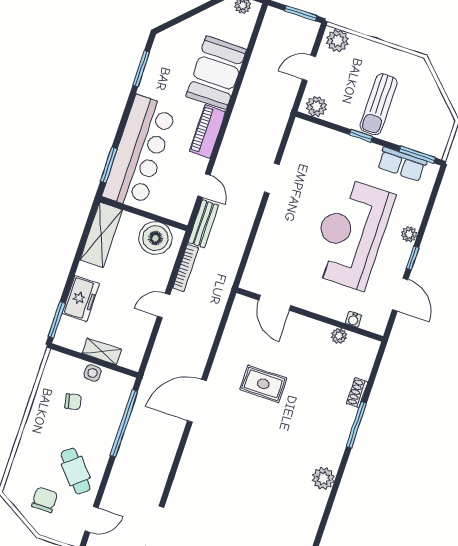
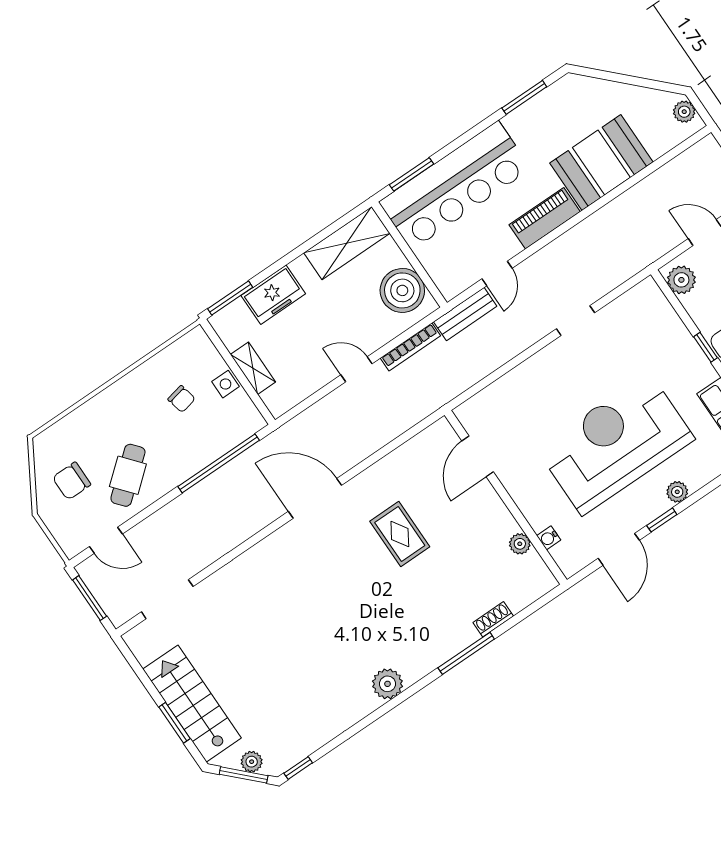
chair: (45, 500) -> (72, 481), turned 180

